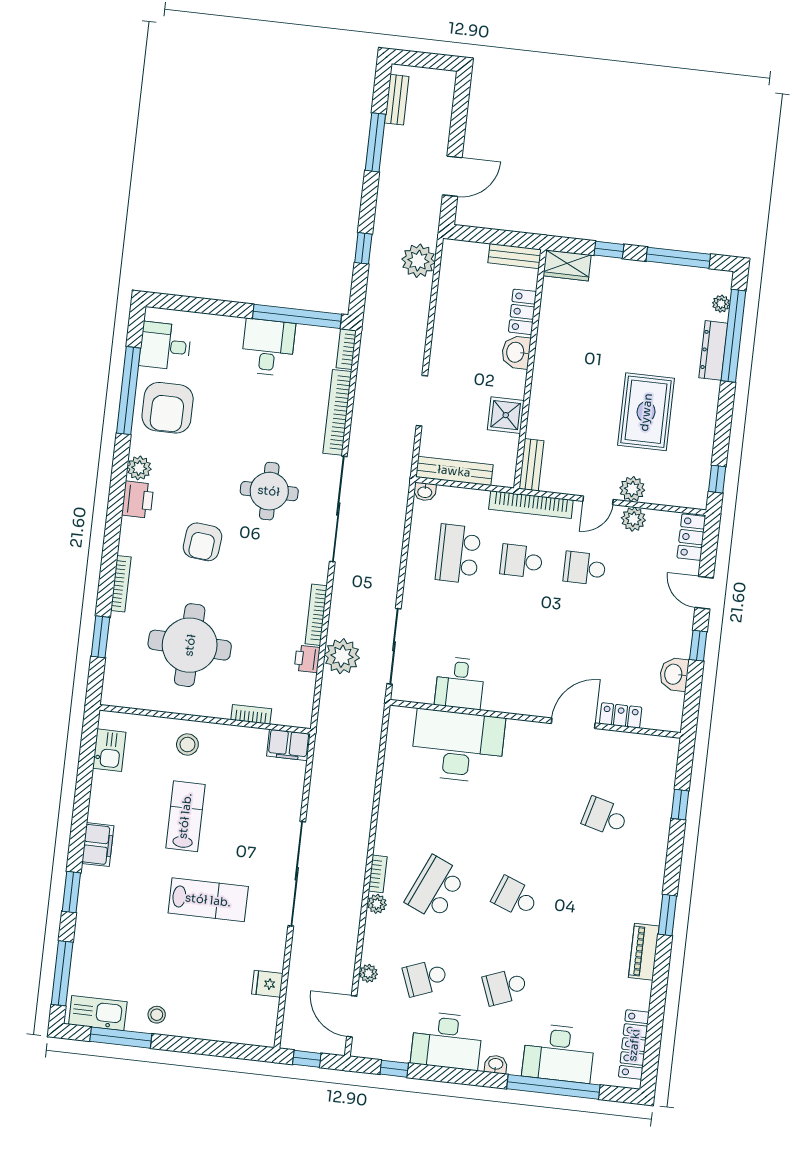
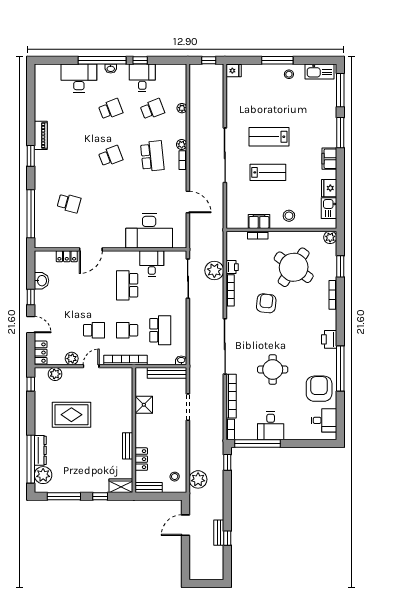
bench: (397, 100) -> (219, 533), moved
window: (375, 142) -> (227, 538), width x0.46
window: (363, 248) -> (227, 462), moved
stool: (462, 271) -> (175, 477), added
plant: (721, 304) -> (43, 475), width x1.88, depth x1.88
washbasin: (516, 352) -> (142, 438), removed
window: (129, 391) -> (340, 369), moved
rug: (646, 412) -> (71, 415), turned 90
bench: (531, 465) -> (128, 446), moved
plant: (139, 468) -> (330, 237), moved
plant: (632, 489) -> (55, 374), moved
round table: (269, 491) -> (273, 369), moved
armchair: (203, 542) -> (266, 303), moved
school desk: (521, 561) -> (127, 330), turned 180
round table: (190, 645) -> (294, 267), turned 33
school desk: (512, 647) -> (127, 285), added
filing cabinet: (288, 745) -> (259, 221), moved
fridge: (105, 789) -> (329, 188), added
window: (680, 805) -> (31, 214), width x3.17
lab bench: (185, 816) -> (268, 172), moved, turned -90
school desk: (435, 888) -> (152, 156), turned -30
window: (71, 892) -> (340, 133), width x1.44
school desk: (515, 897) -> (111, 156), turned -42
fridge: (267, 984) -> (234, 71), moved
door: (352, 1016) -> (188, 202), moved
window: (121, 1038) -> (277, 60), moved
desk: (447, 1041) -> (142, 78), width x0.73
locker: (634, 1045) -> (40, 87), removed
window: (394, 1069) -> (140, 60), moved
window: (553, 1087) -> (102, 60), moved

